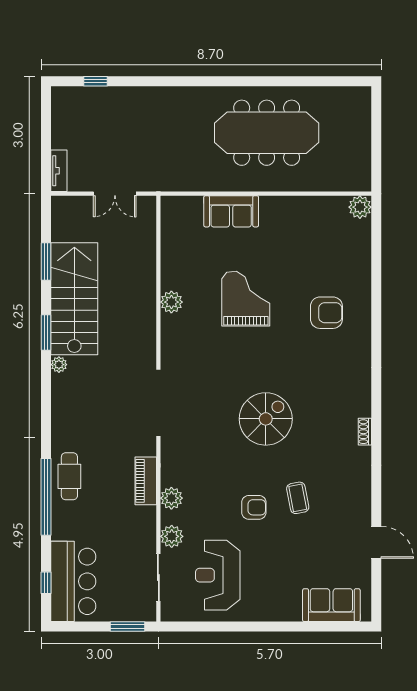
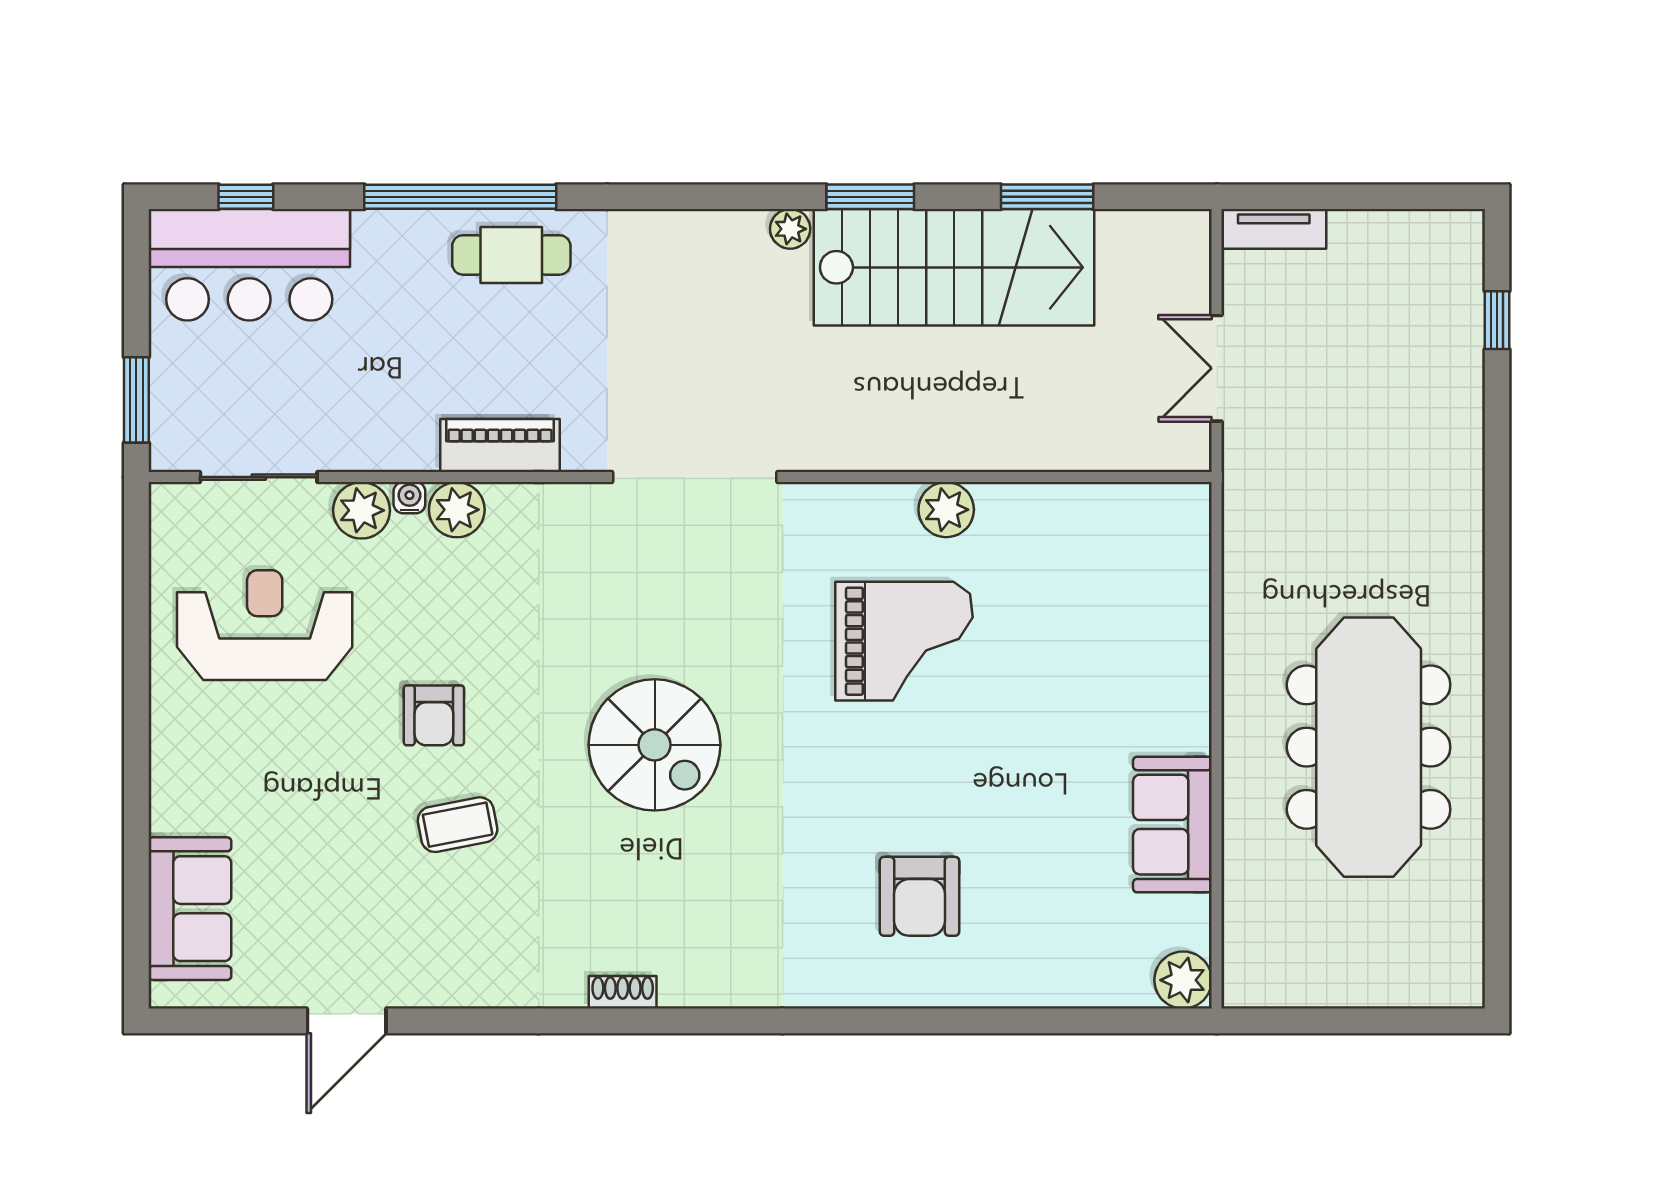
sofa: (231, 211) -> (1172, 825), moved
grand piano: (246, 299) -> (904, 641), moved
water cooler: (167, 517) -> (409, 498), added

